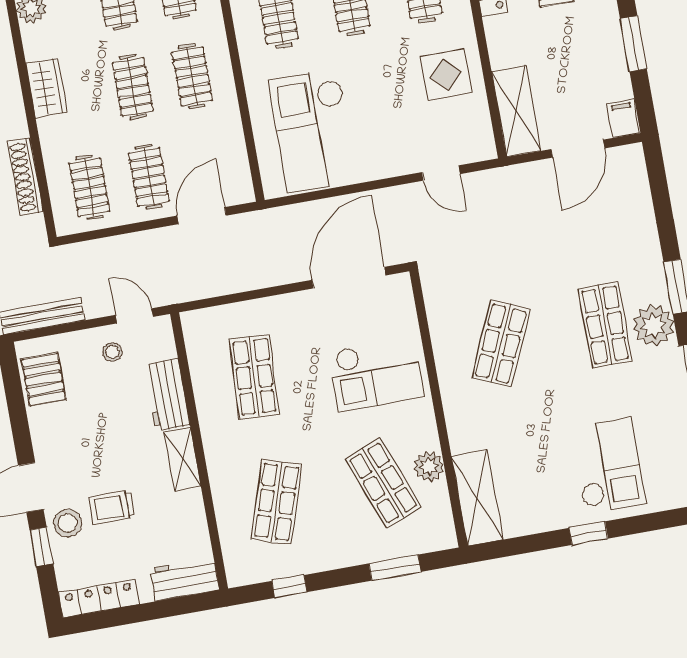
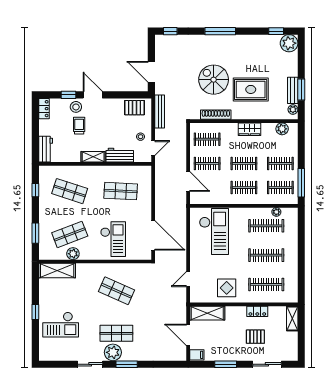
checkout: (313, 130) -> (214, 232), turned 90
checkout: (376, 374) -> (113, 239), turned 180
locker: (99, 598) -> (44, 109), width x0.66

